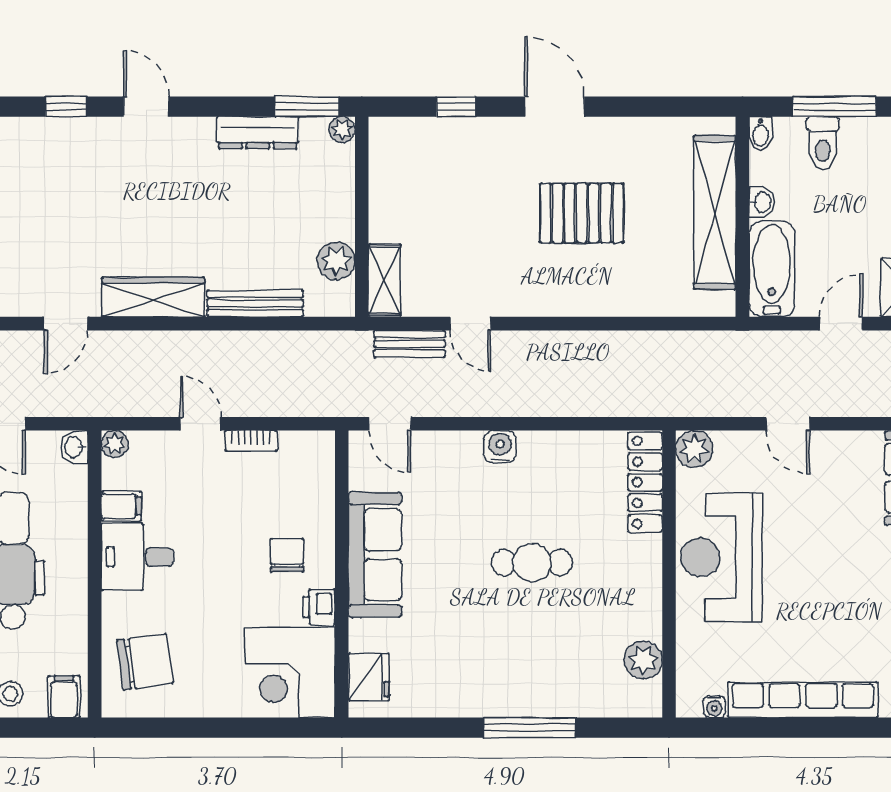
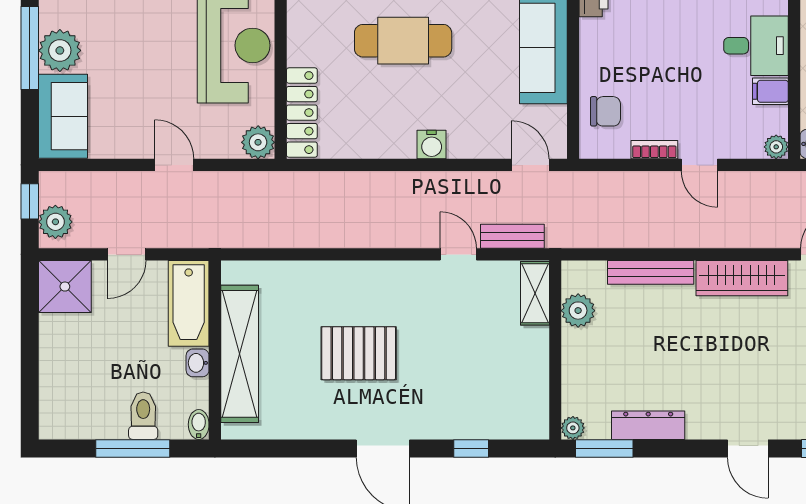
chair: (287, 555) -> (605, 111), moved, turned -90
cafe table: (532, 563) -> (403, 41), width x1.37, depth x1.35

